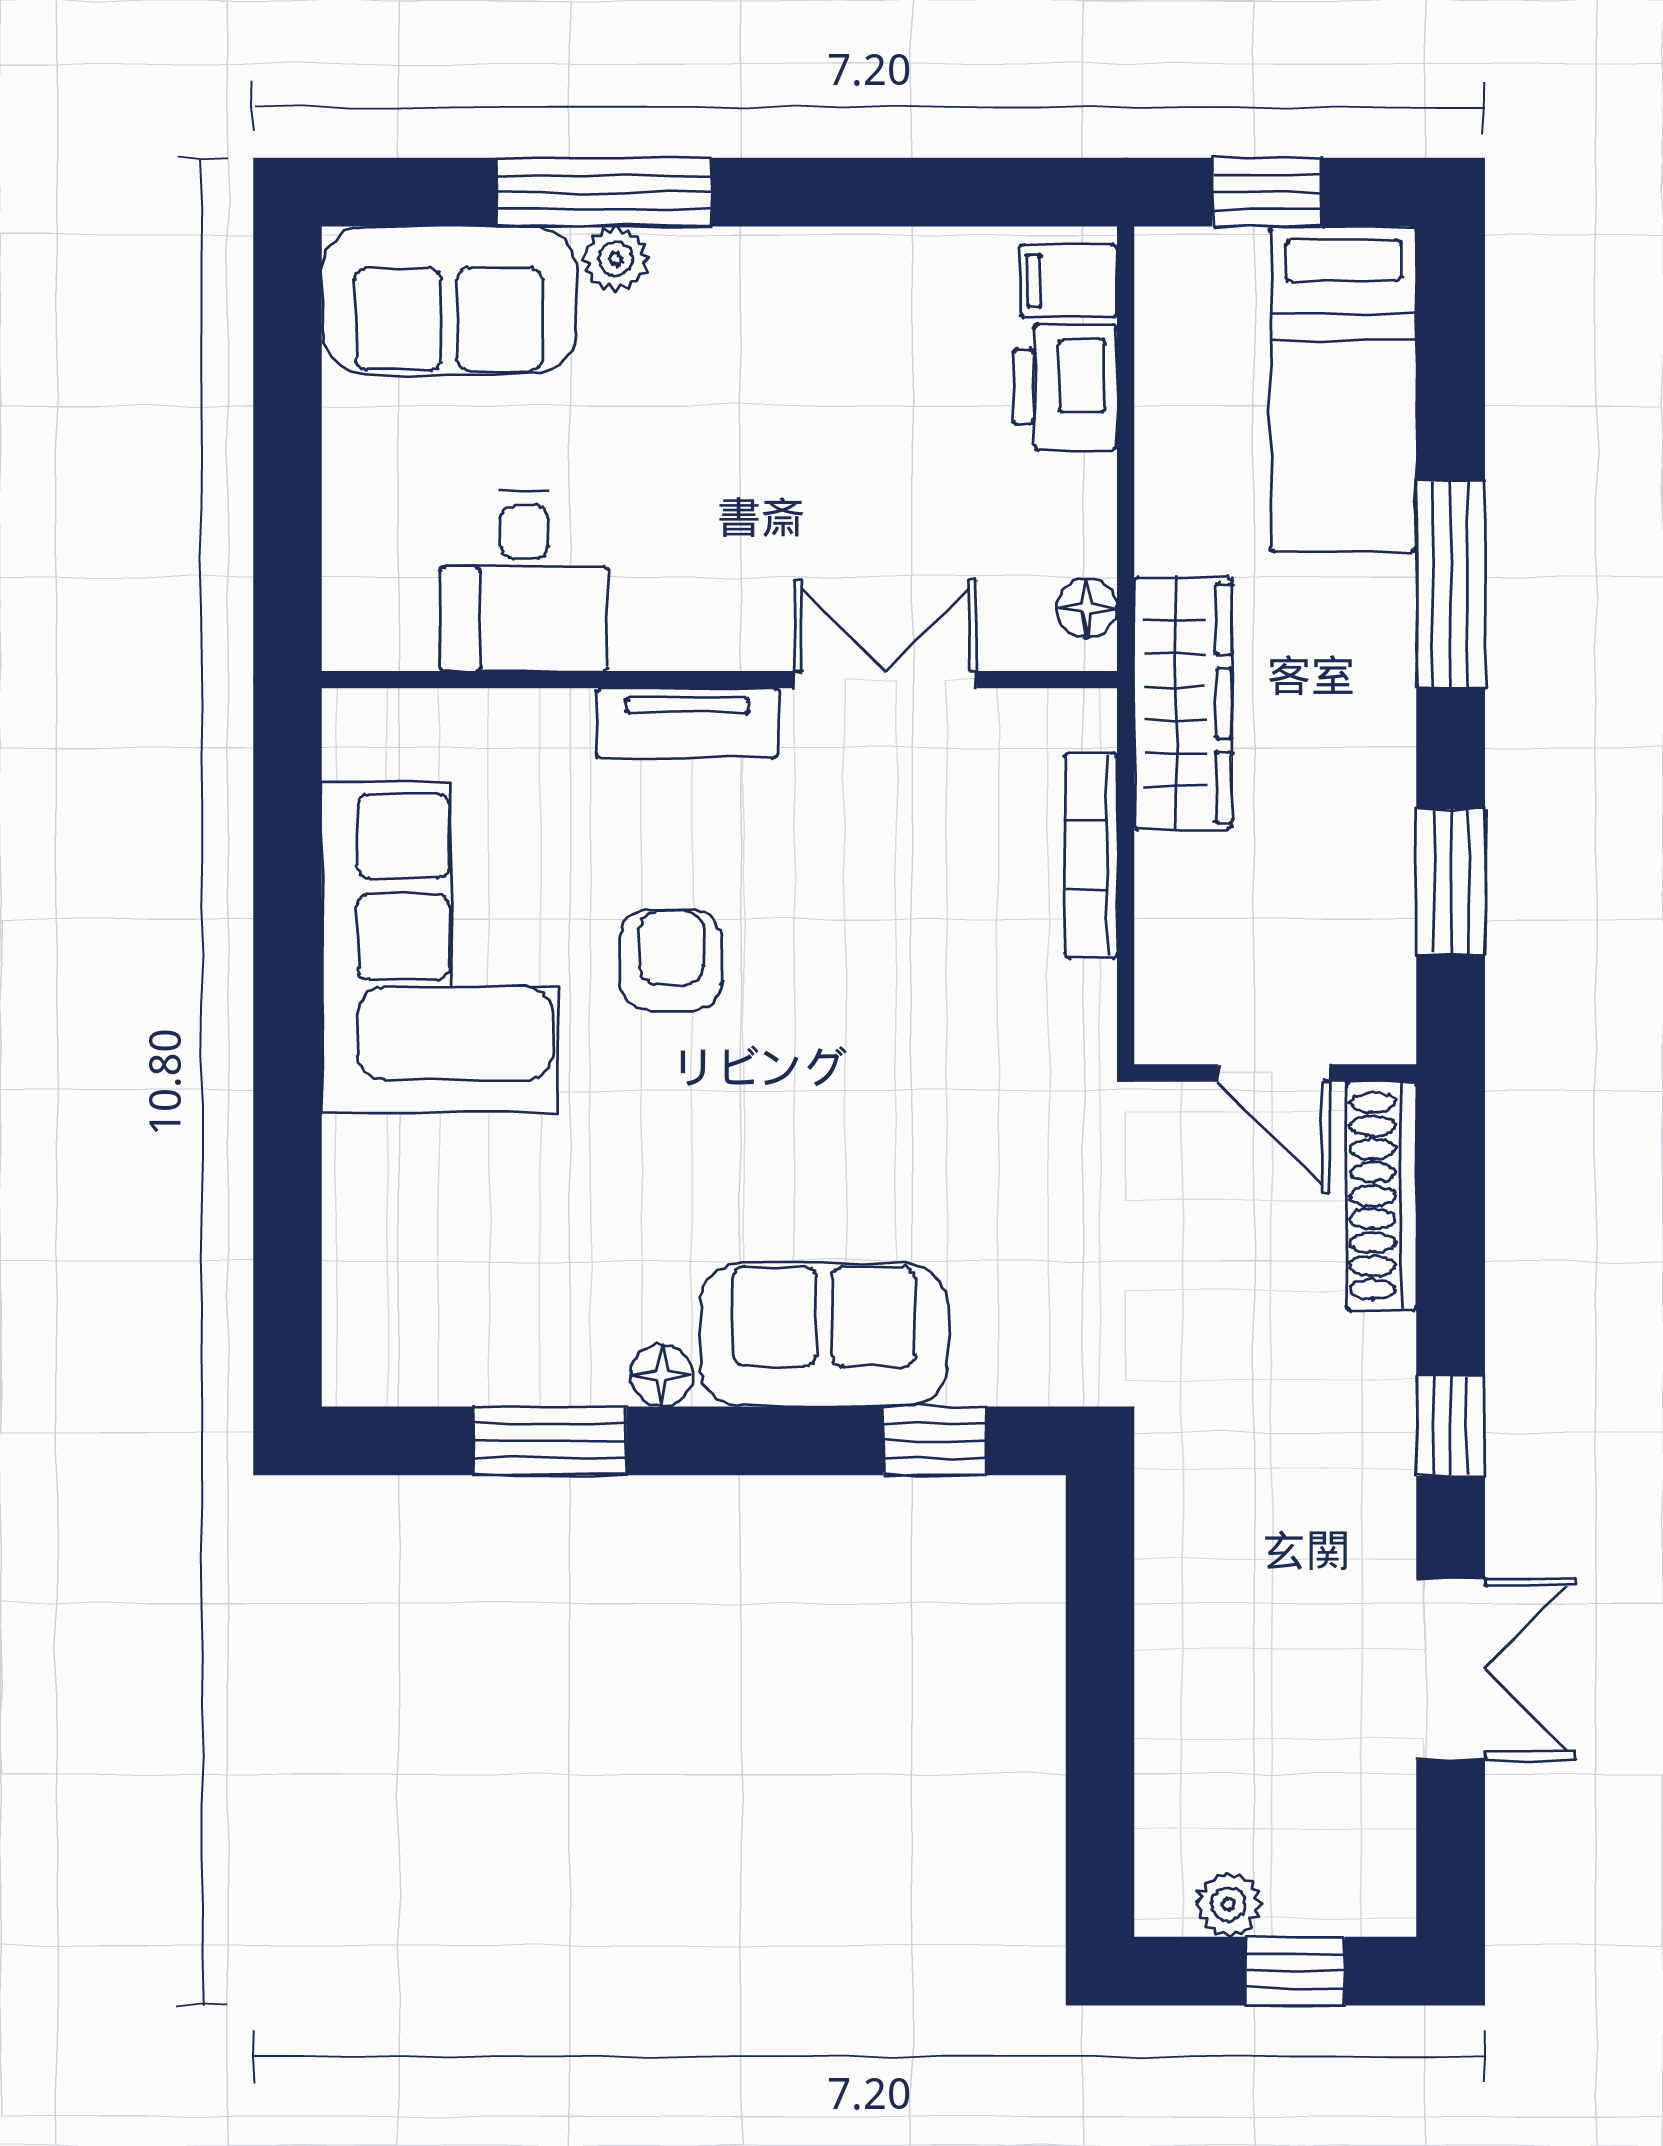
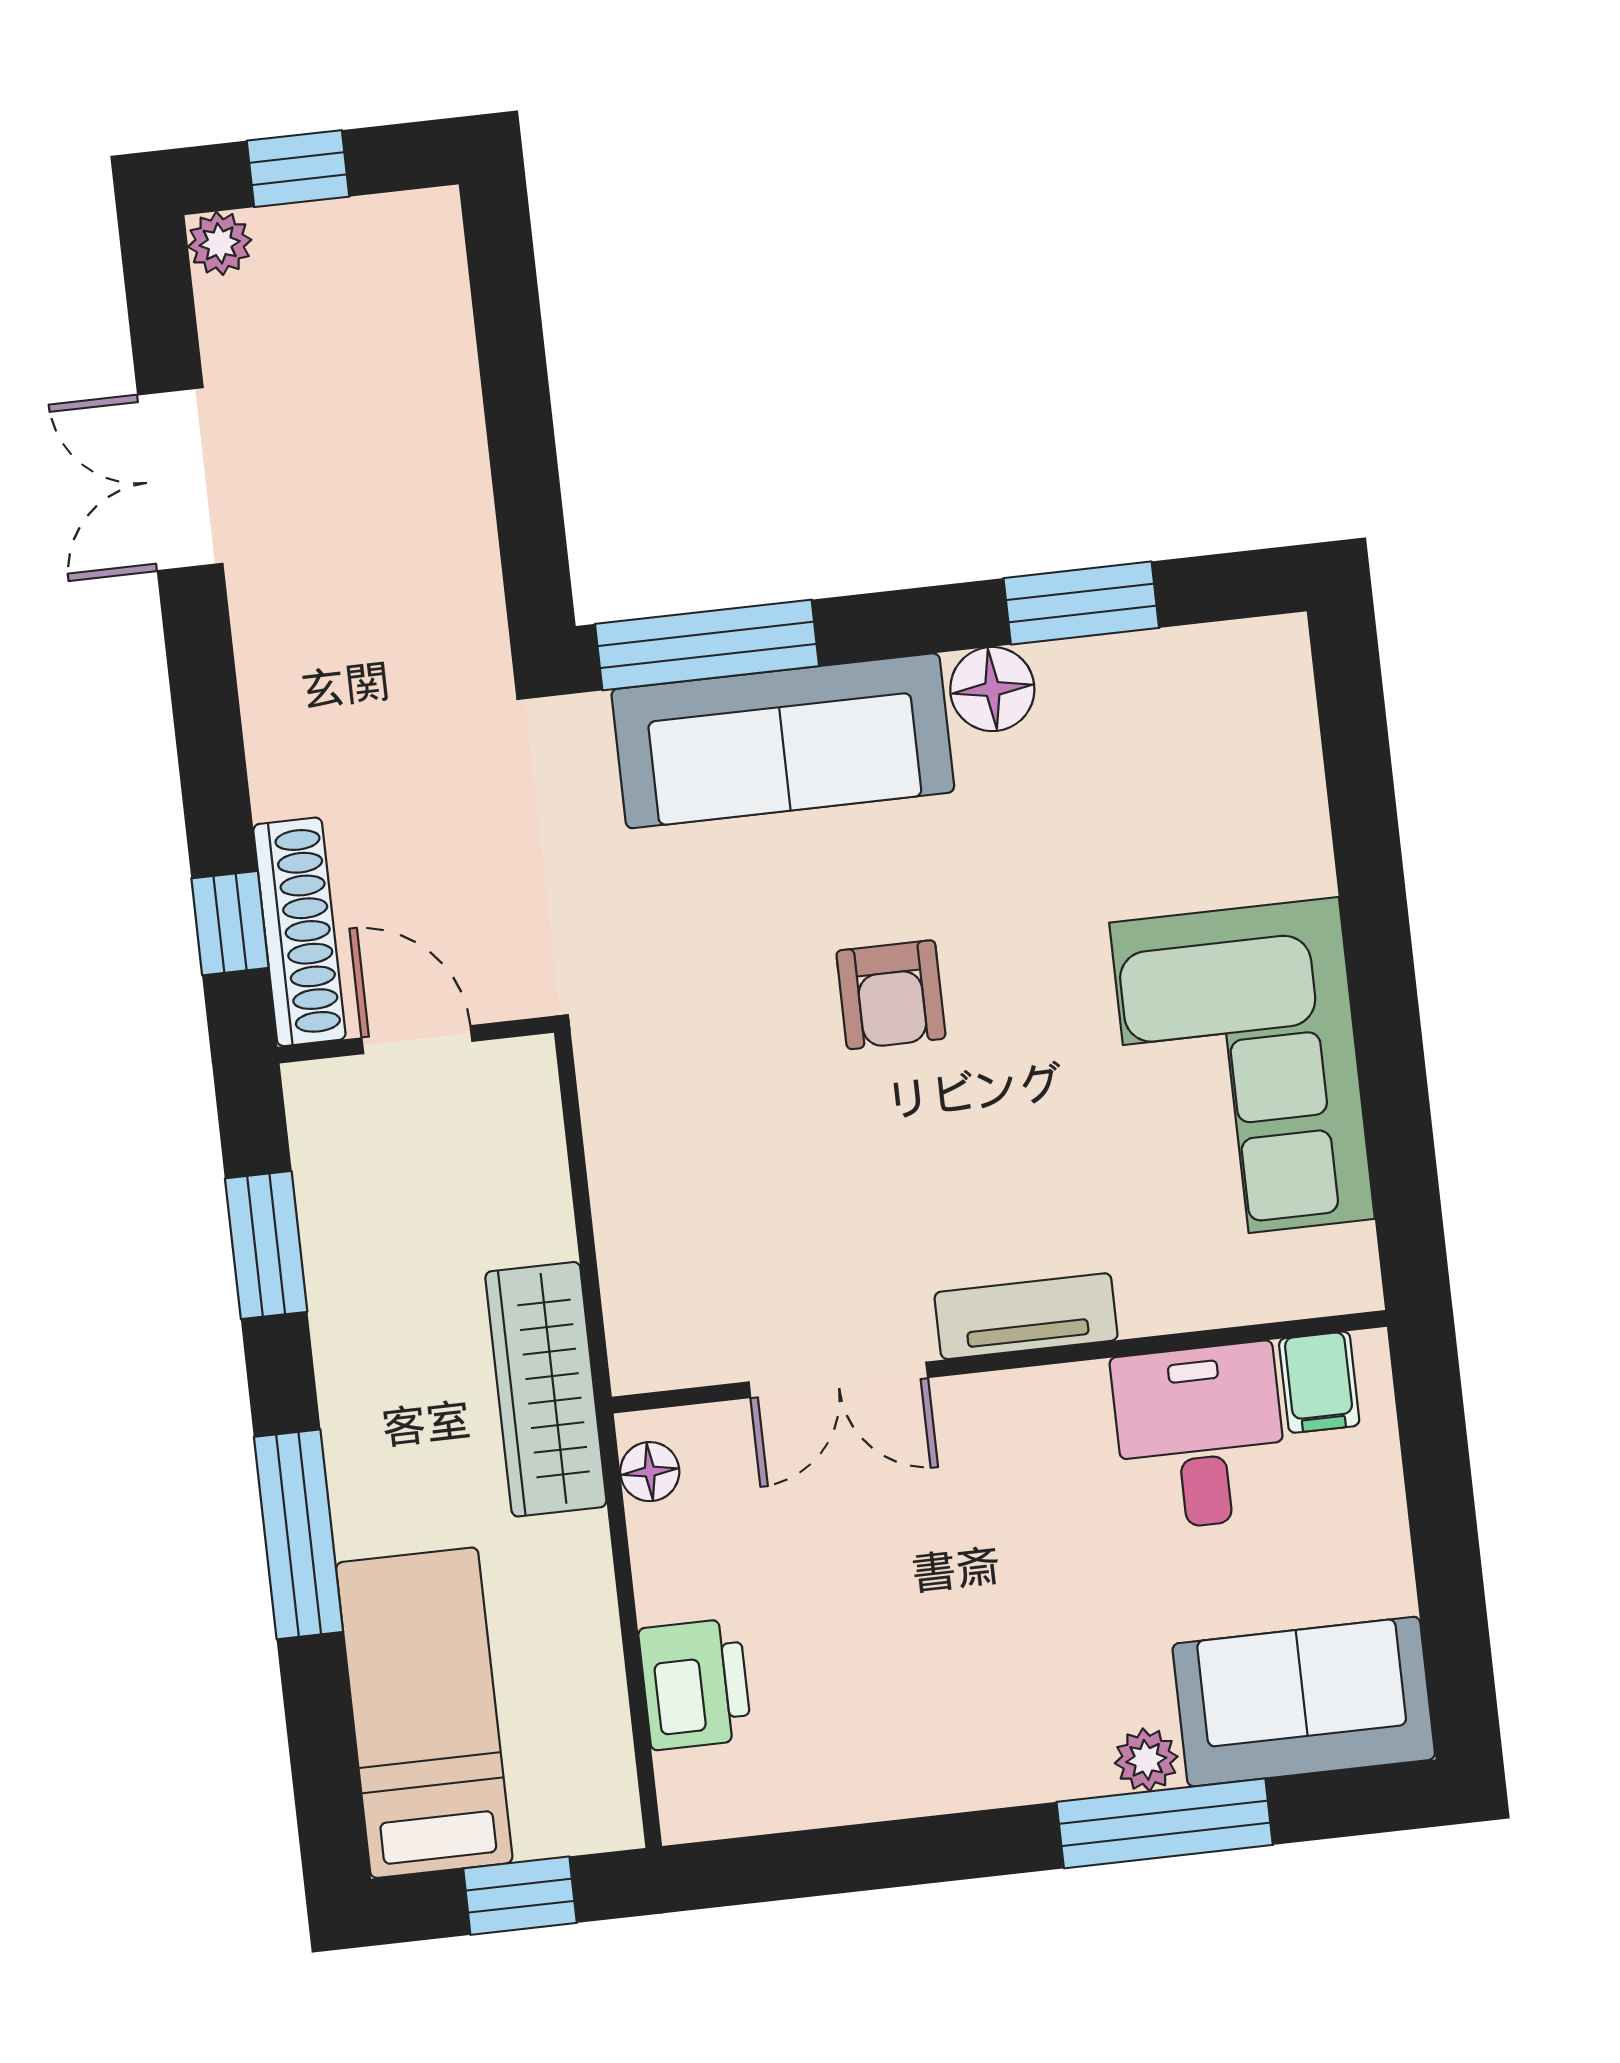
filing cabinet: (1069, 281) -> (1319, 1382), moved, turned 90
bookcase: (1091, 855) -> (619, 1231), removed
armchair: (671, 960) -> (891, 995), moved
sofa: (824, 1335) -> (783, 741), width x1.36
floor lamp: (662, 1375) -> (992, 689), width x1.37, depth x1.37
window: (1451, 1426) -> (230, 923), moved
window: (935, 1441) -> (707, 645), width x2.17
plant: (1228, 1904) -> (220, 243), moved

